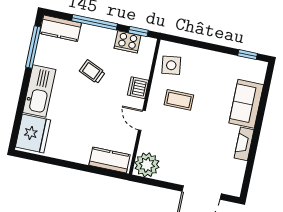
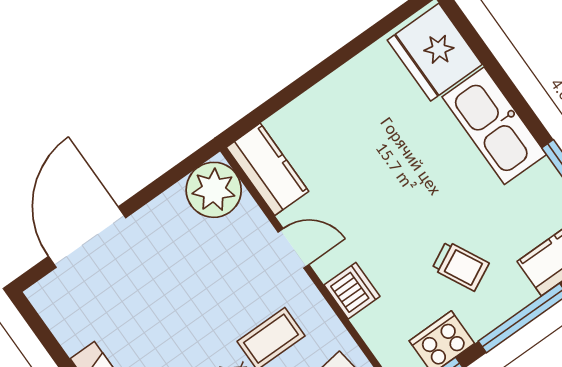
trolley: (92, 72) -> (460, 266), moved, turned 39
kitchen counter: (109, 160) -> (267, 169), moved, turned -90

